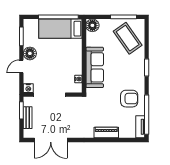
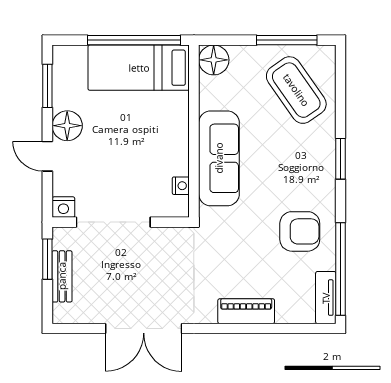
door: (21, 66) -> (47, 156), hinge flipped
double door: (51, 140) -> (144, 329), moved

